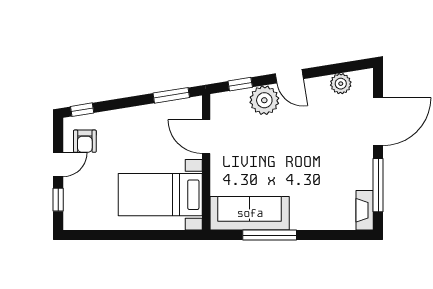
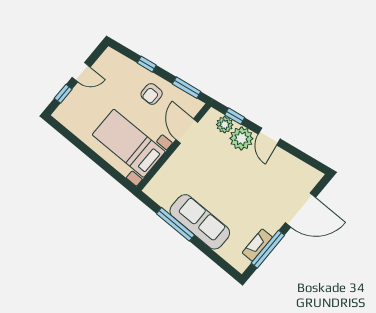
plant: (341, 84) -> (225, 125), moved
window: (82, 110) -> (147, 64), moved
armchair: (85, 141) -> (152, 94), moved
fireplace: (365, 210) -> (257, 245), moved
sofa: (250, 213) -> (200, 222), moved

